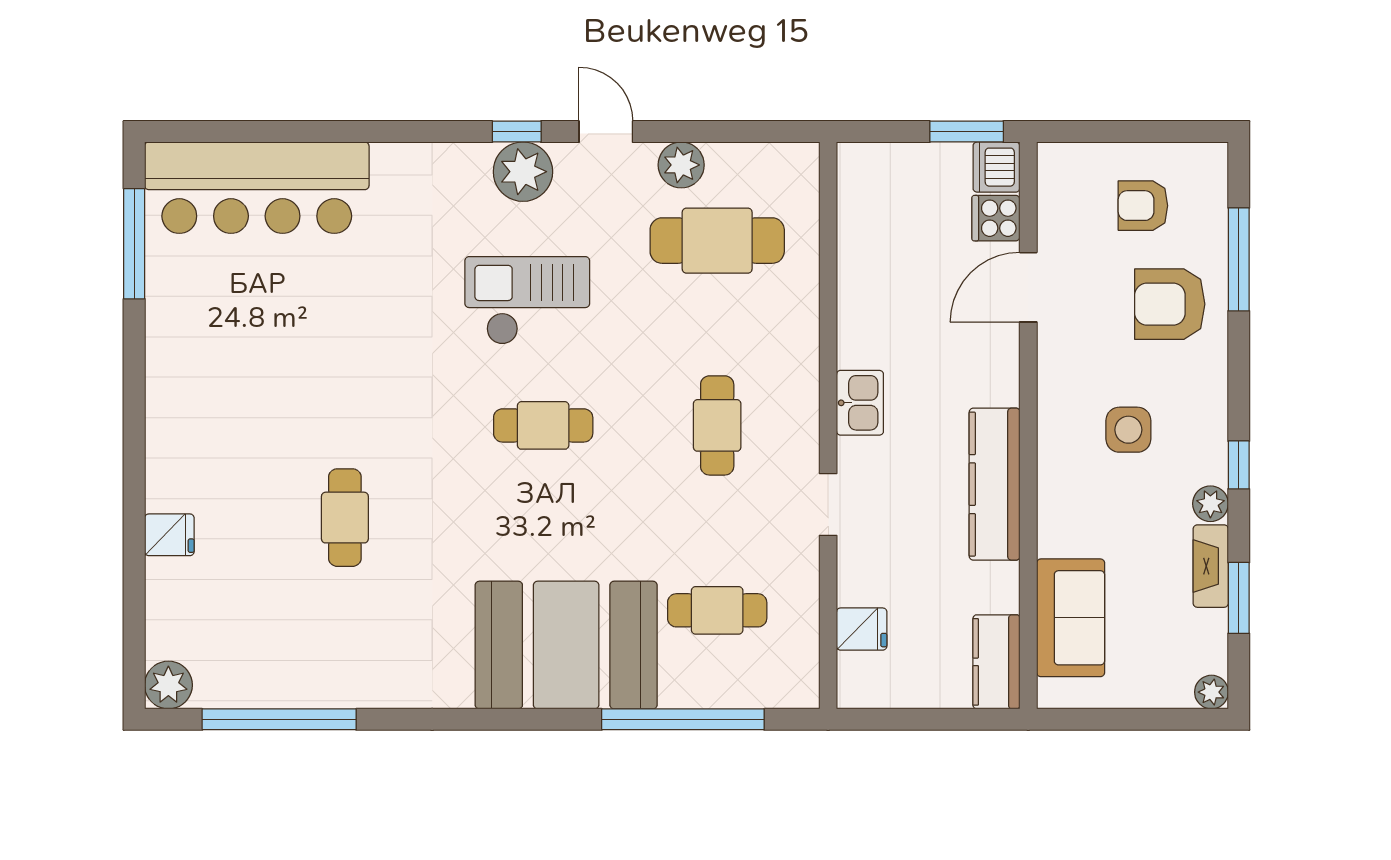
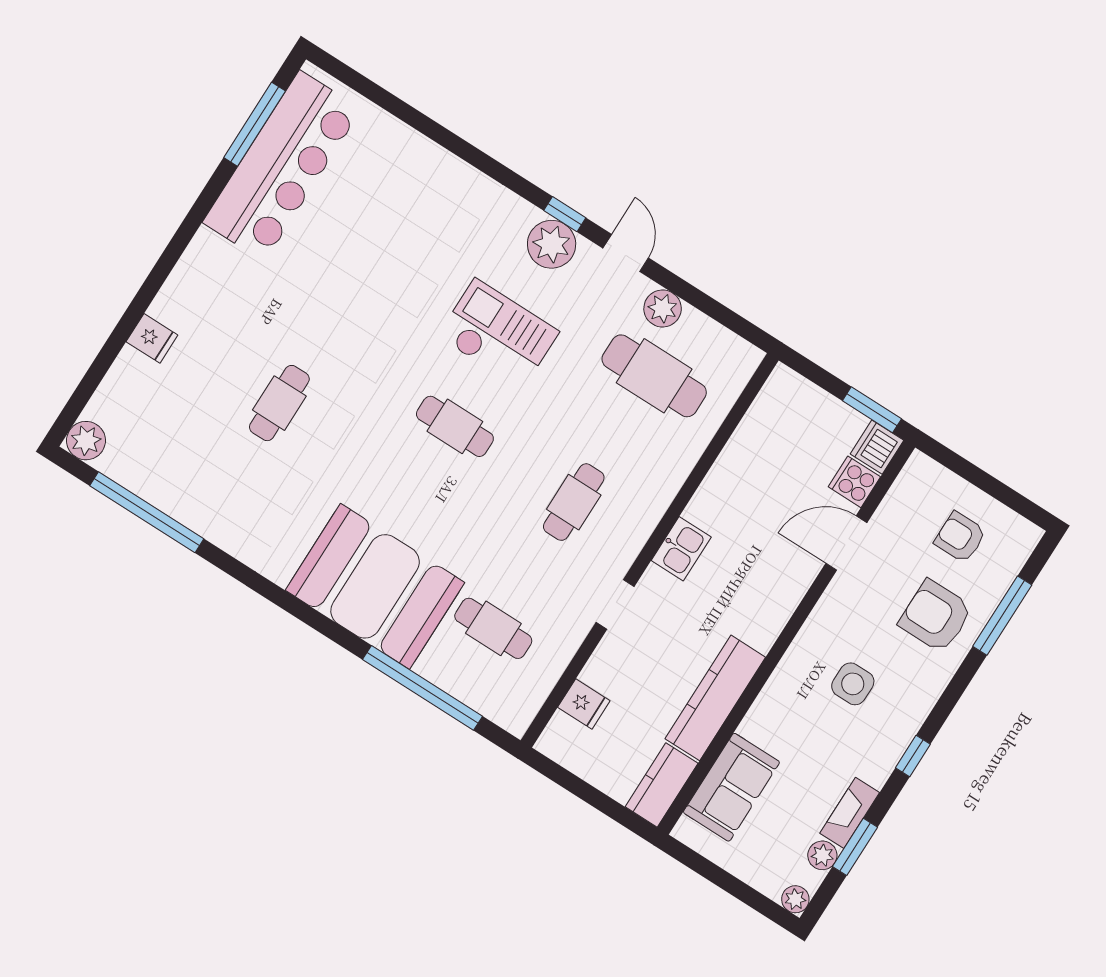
bar counter: (257, 188) -> (282, 166), moved, turned -90
kitchen counter: (995, 484) -> (715, 698), moved
plant: (1210, 504) -> (822, 855), moved

